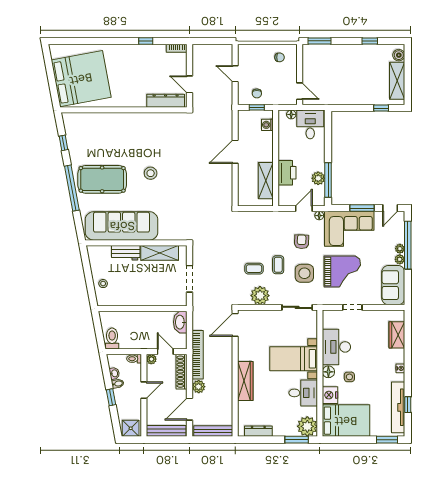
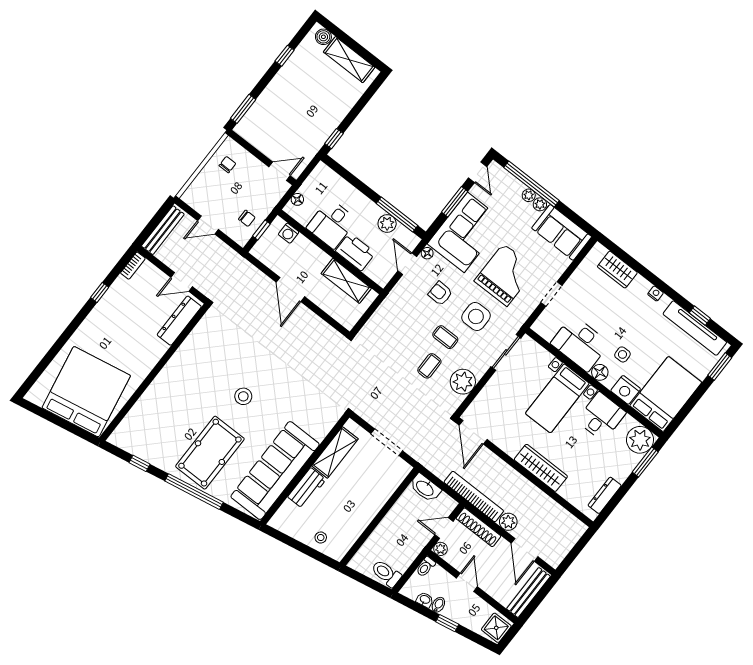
window: (381, 108) -> (334, 139), moved
desk: (310, 124) -> (332, 224), moved, turned -90
bench: (213, 431) -> (163, 230), moved

